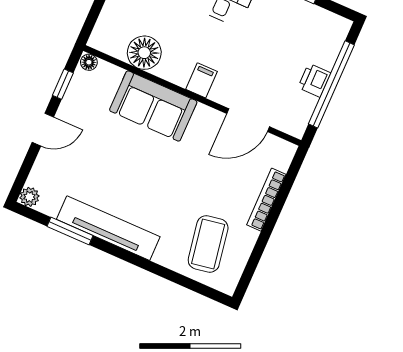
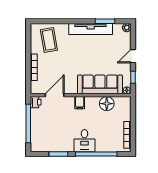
printer: (314, 80) -> (36, 102), moved
sofa: (153, 106) -> (100, 84), width x1.36

